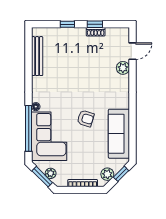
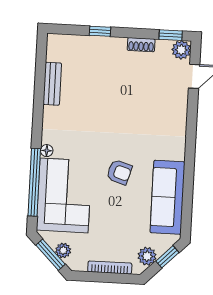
window: (95, 24) -> (171, 35), moved
bench: (37, 56) -> (52, 84), width x0.73
plant: (123, 68) -> (181, 50), moved

